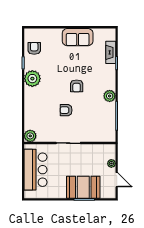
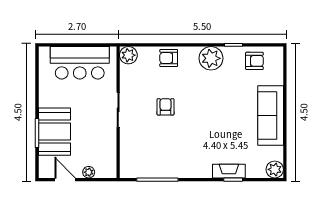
sofa: (78, 37) -> (271, 115), width x1.36
fireplace: (111, 52) -> (229, 171), moved
armchair: (77, 86) -> (169, 58), moved
plant: (110, 96) -> (275, 169), moved
door: (117, 180) -> (65, 180), swing flipped

